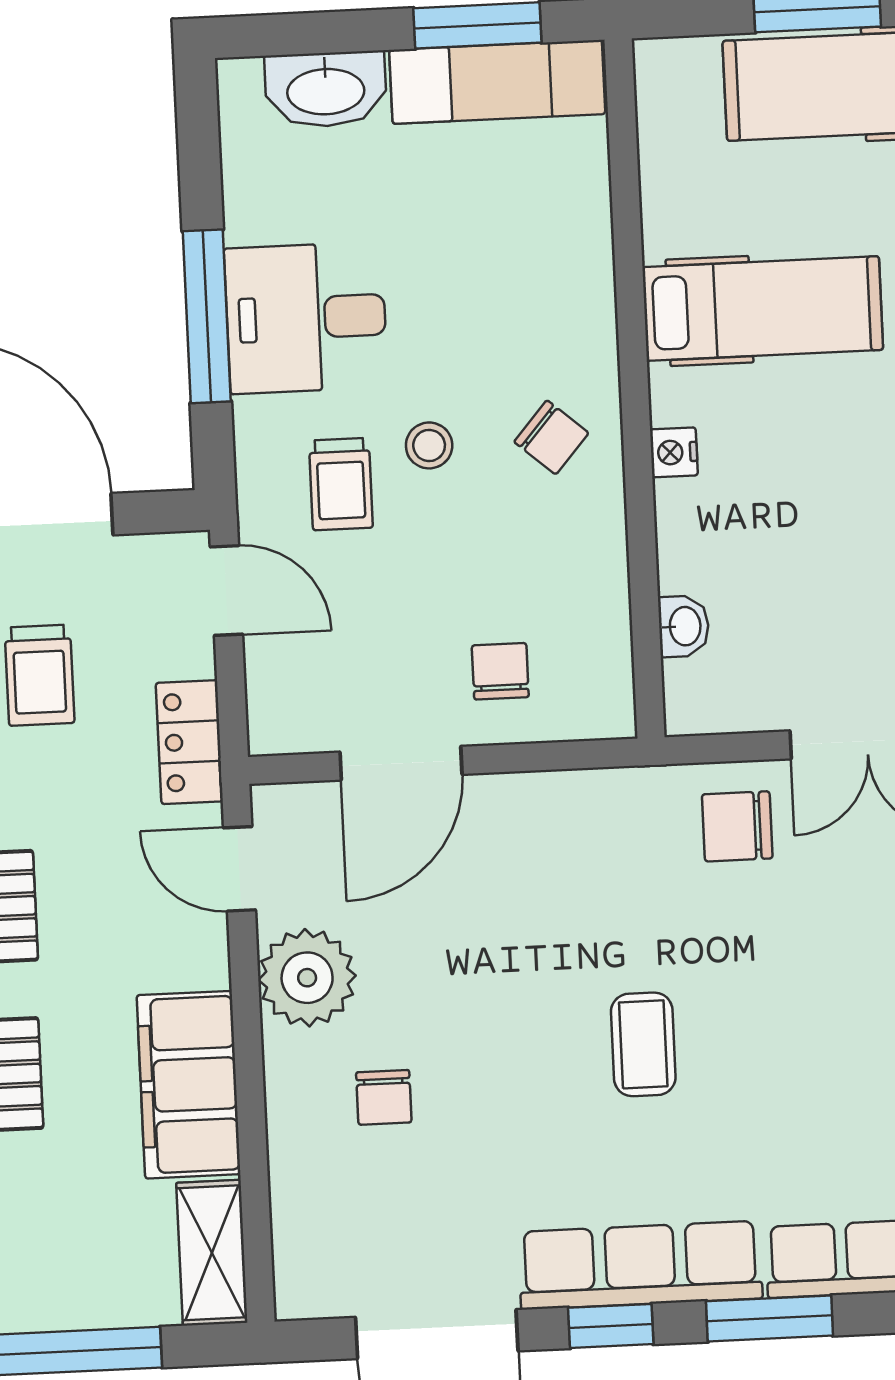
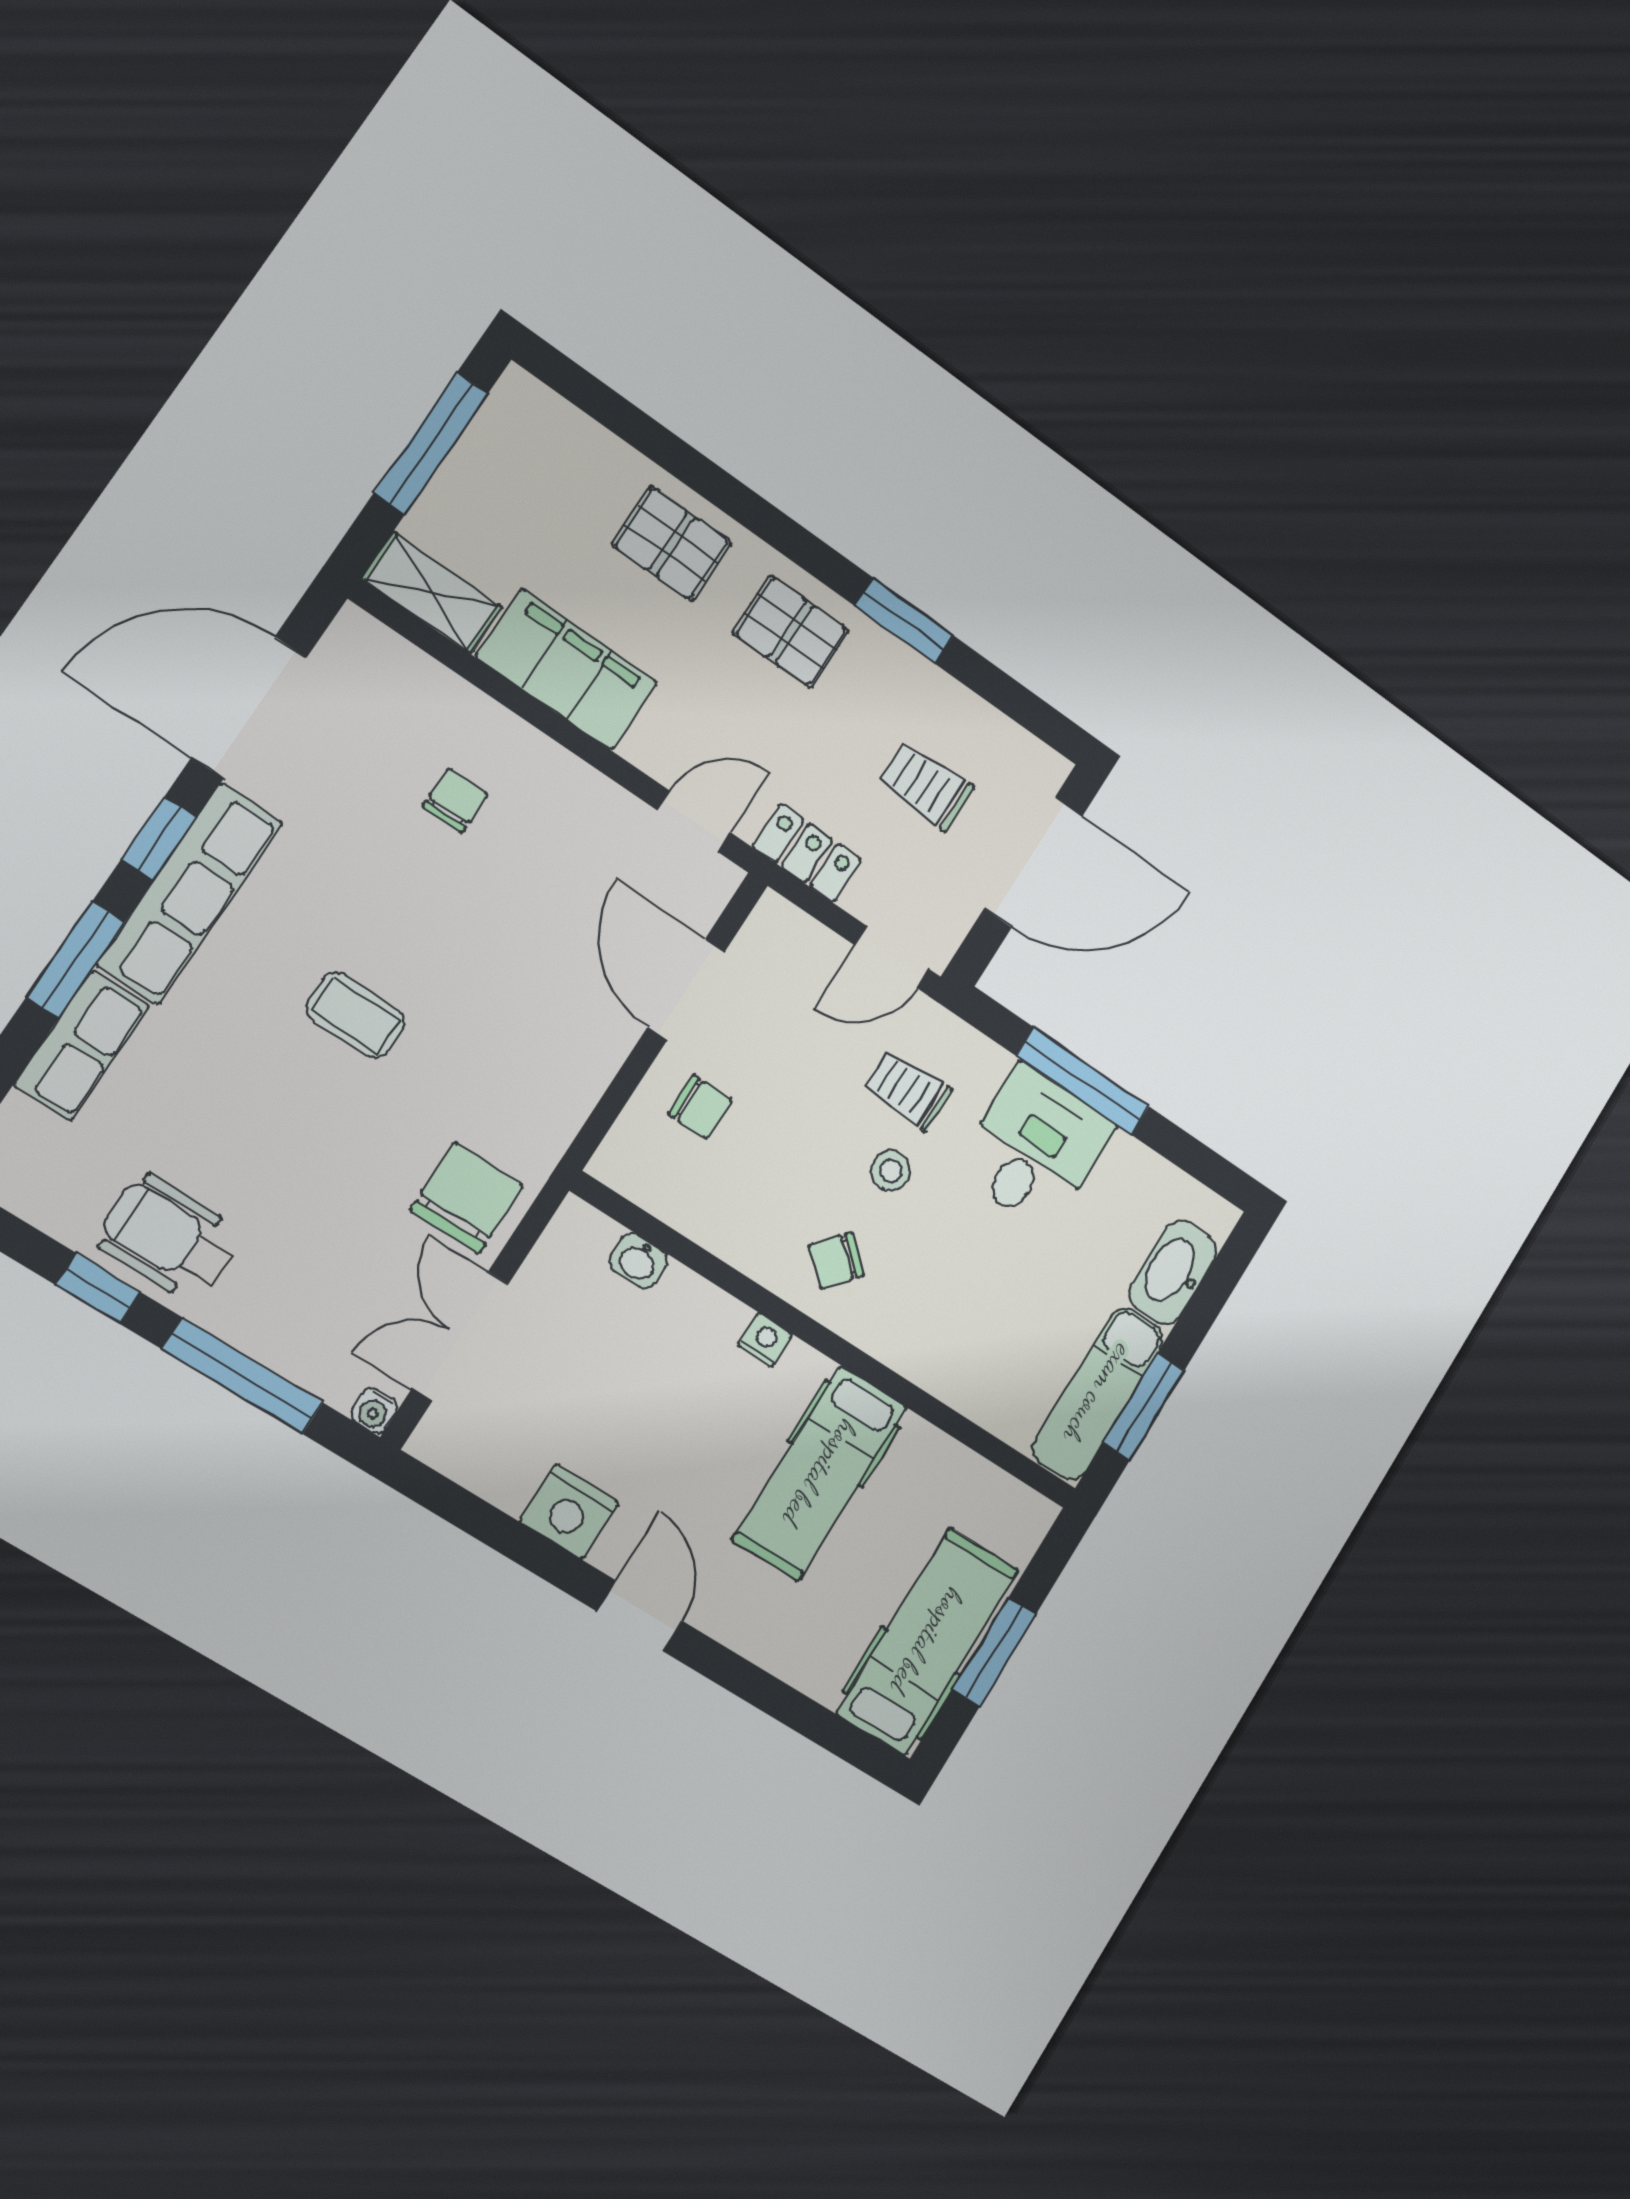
chair: (737, 826) -> (467, 1198), width x1.37, depth x1.37
plant: (307, 978) -> (582, 811), removed
chair: (384, 1097) -> (455, 800), turned 90

